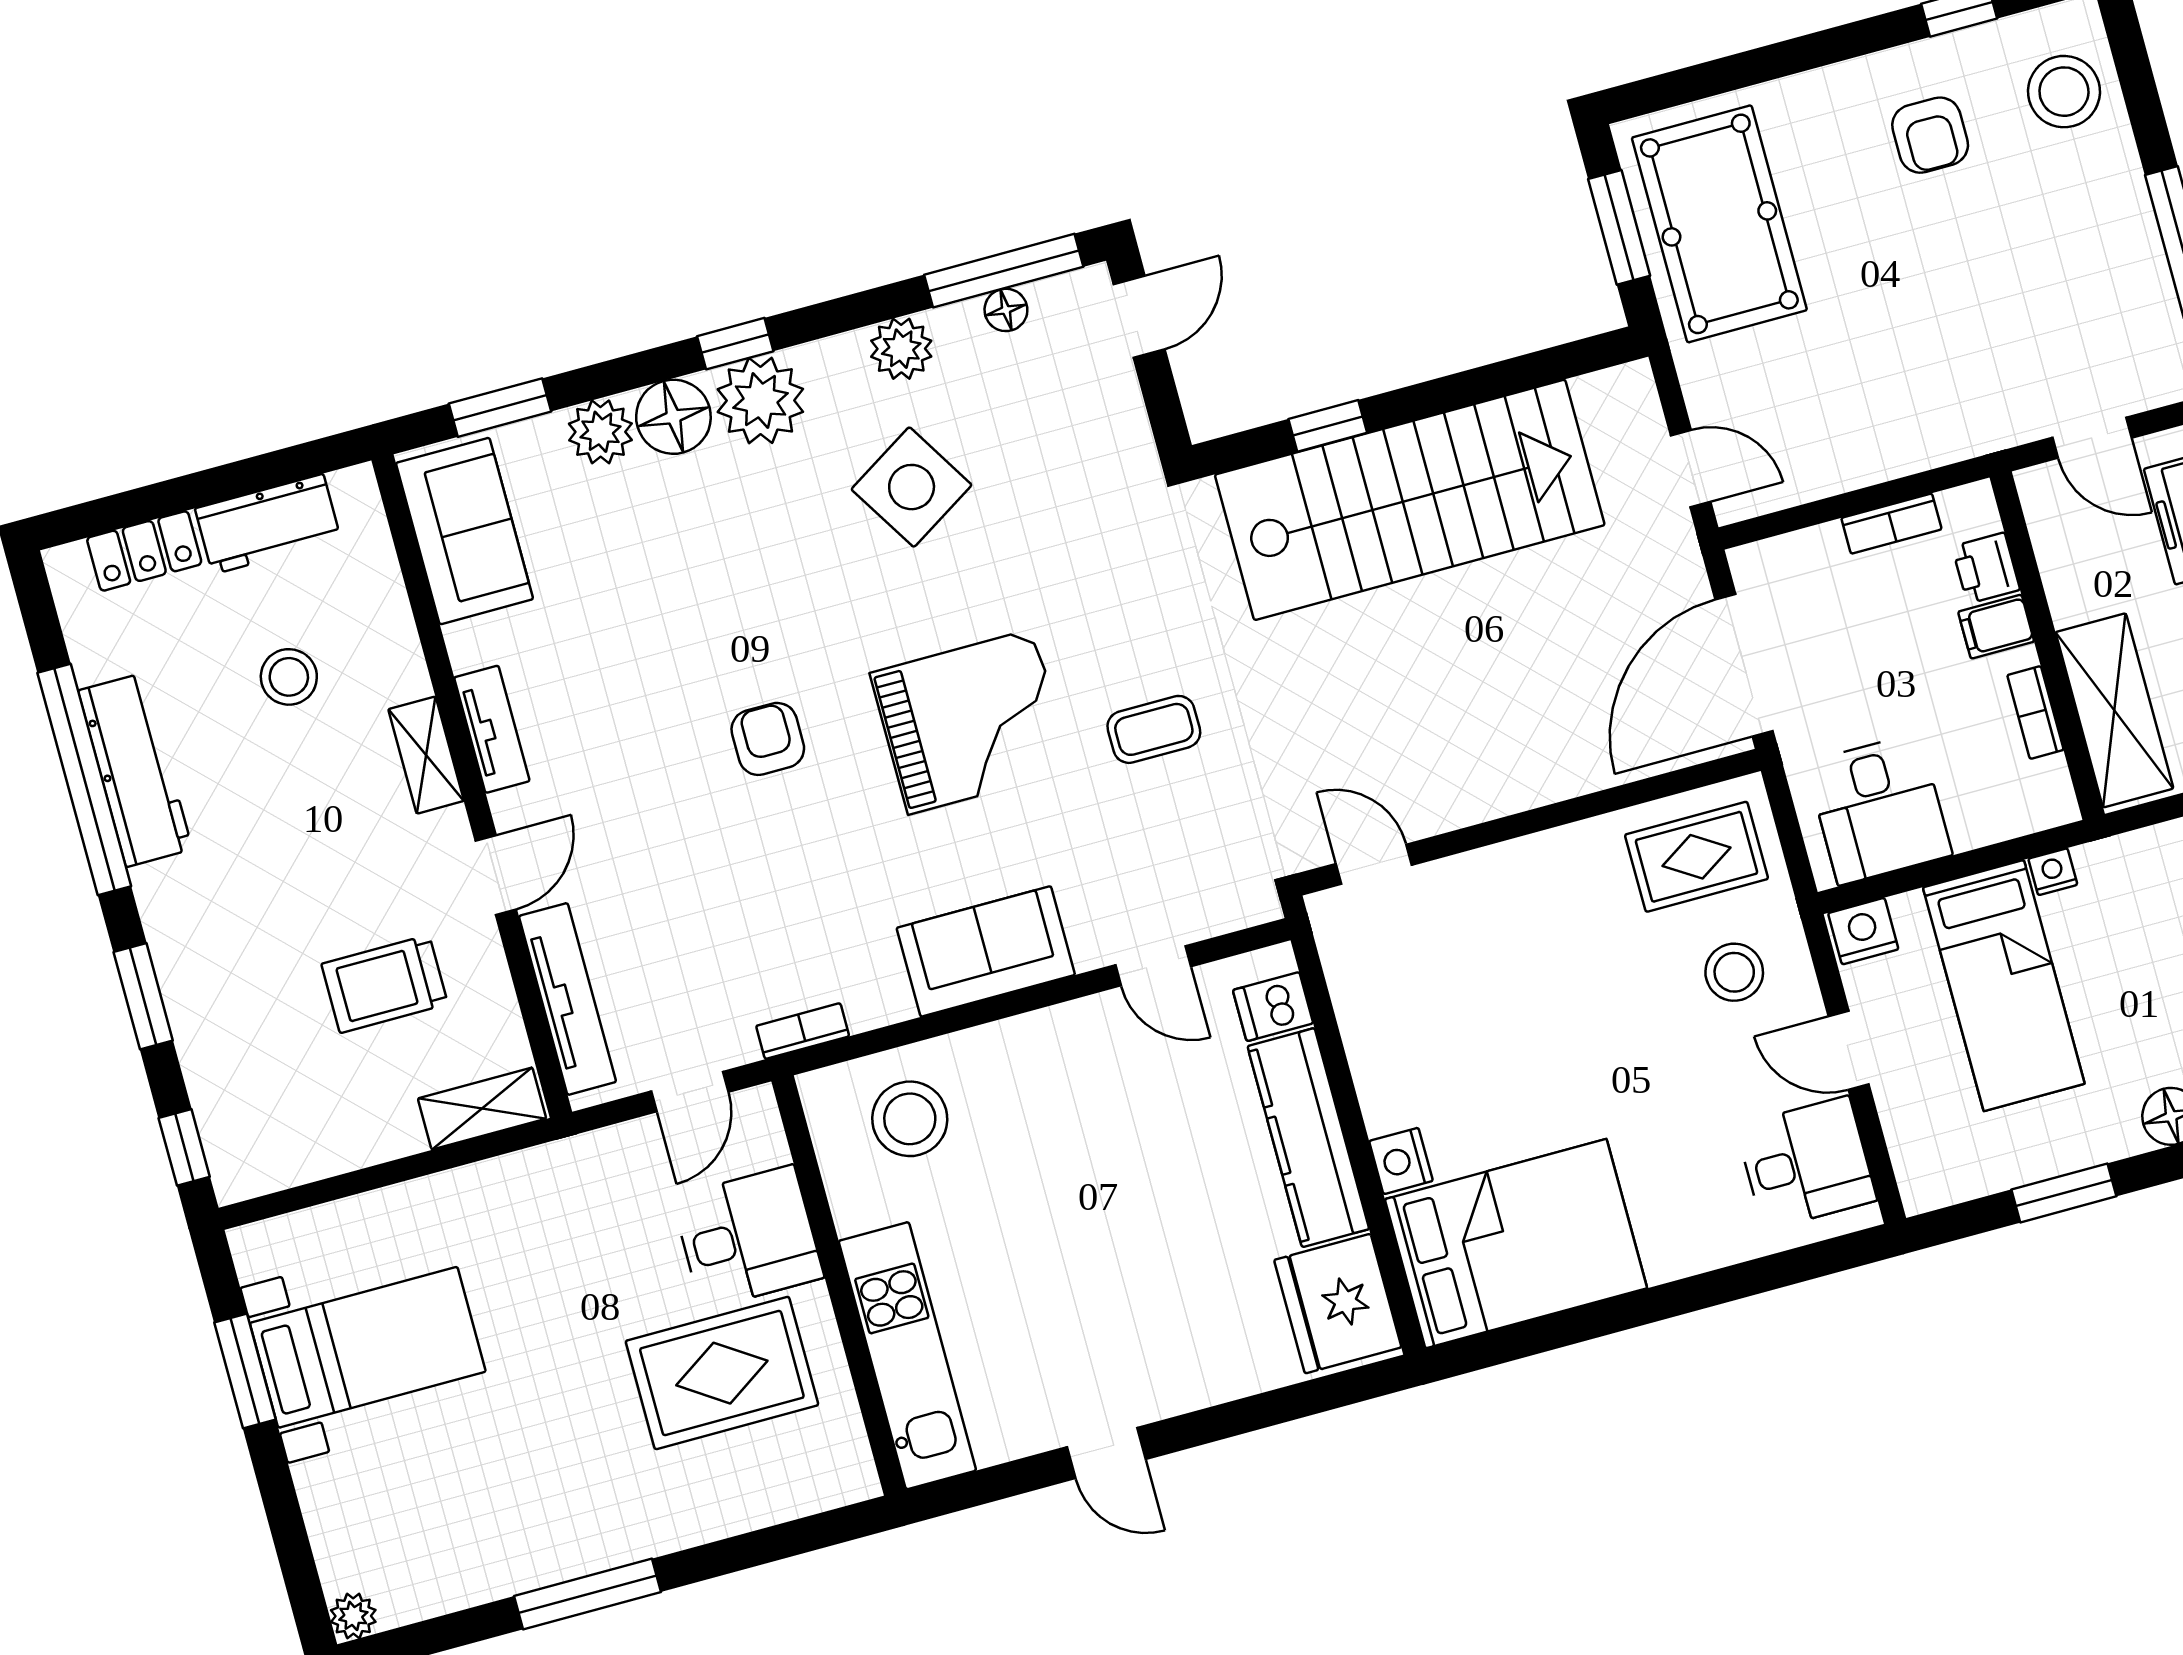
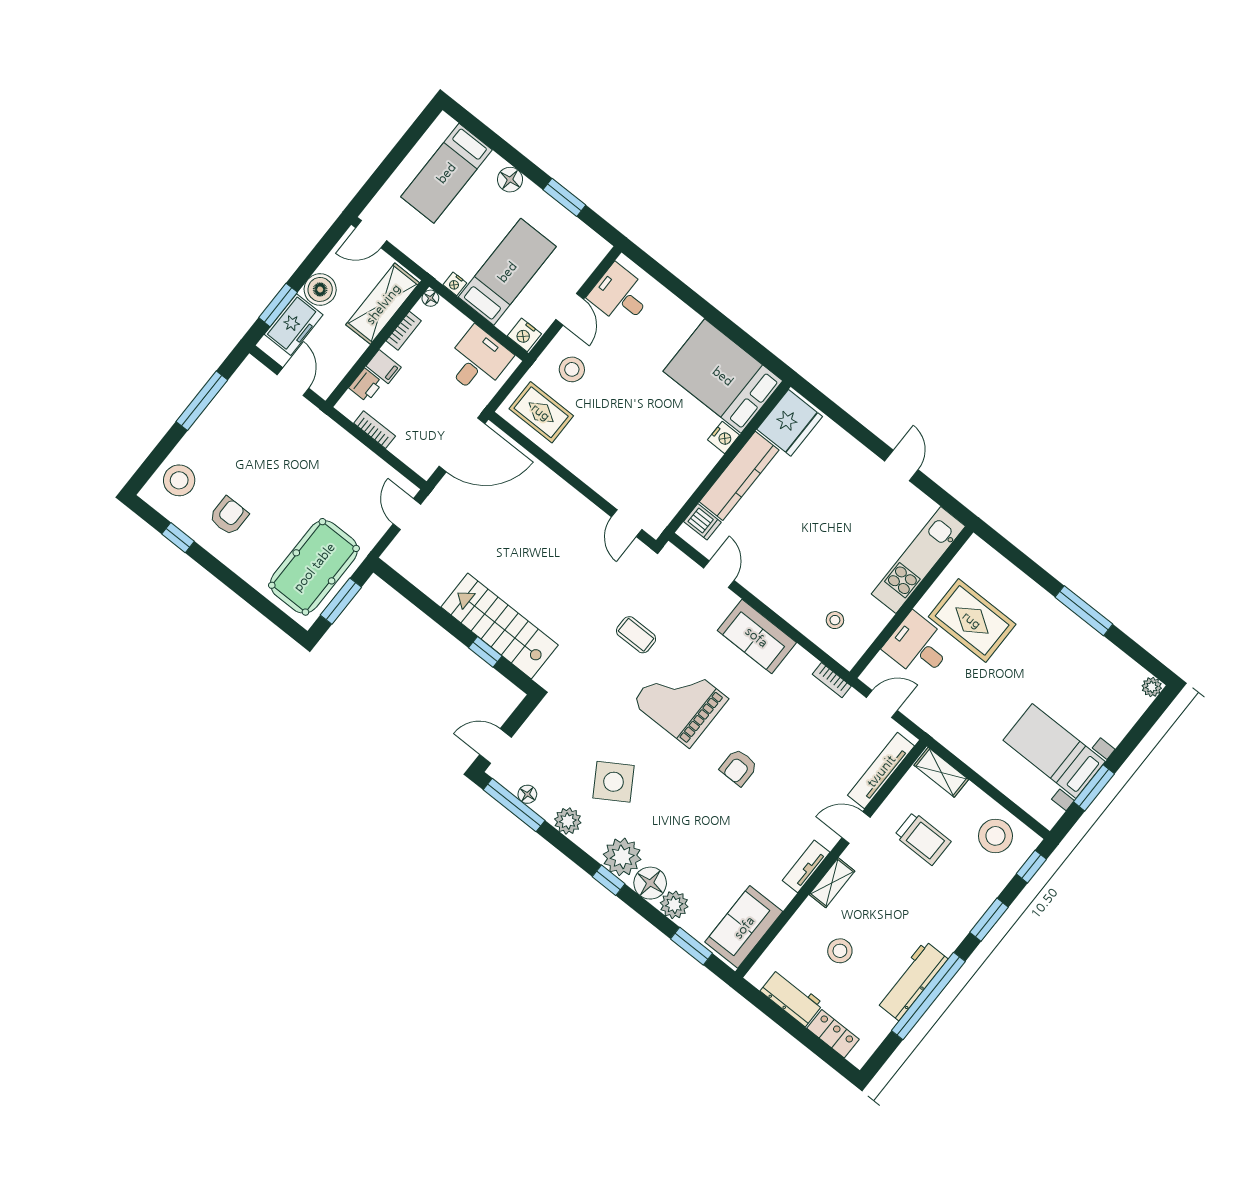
stairs: (1410, 500) -> (500, 626), width x0.73, depth x0.66
floor lamp: (2059, 807) -> (430, 298), added
stool: (910, 1119) -> (835, 620), width x0.53, depth x0.53
stool: (290, 1123) -> (995, 836), added

